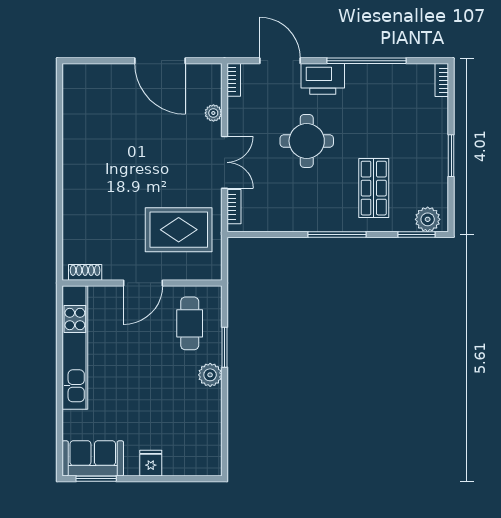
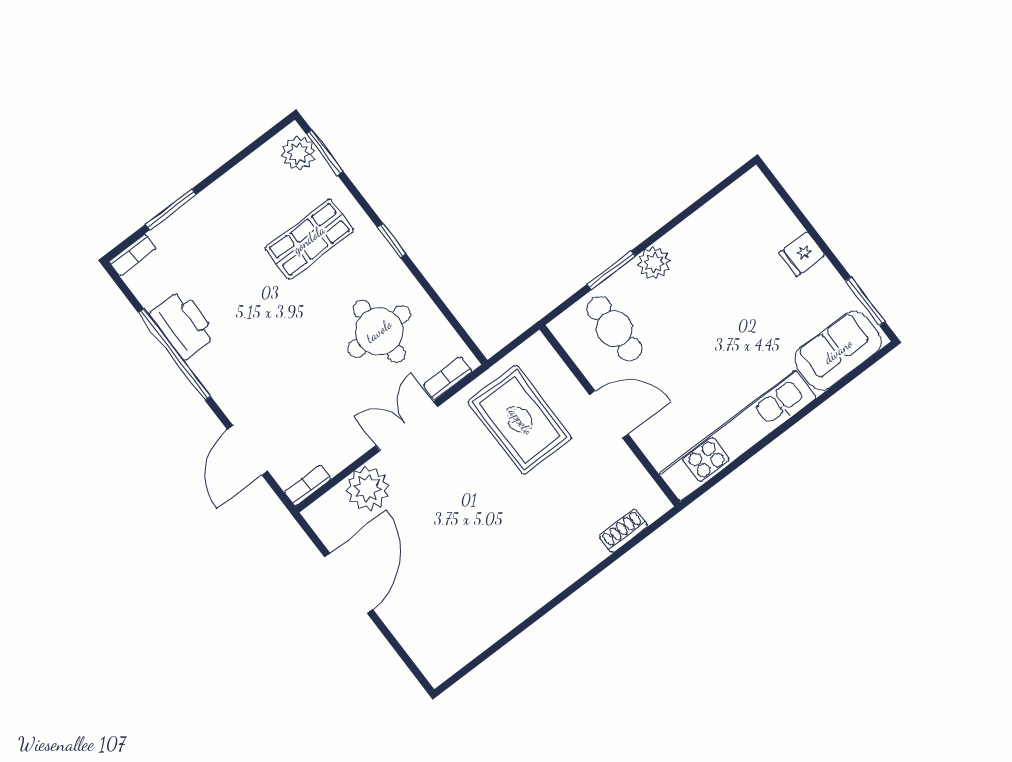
printer: (323, 79) -> (183, 325), moved
plant: (213, 113) -> (368, 488), width x1.88, depth x1.88
round table: (307, 141) -> (379, 331), moved
window: (451, 156) -> (171, 209), moved
window: (337, 235) -> (392, 241), width x0.46
shoe rack: (85, 272) -> (624, 531), moved, turned 90
cafe table: (190, 323) -> (614, 329), turned 90
sofa: (93, 458) -> (838, 351), moved, turned 90

